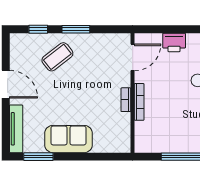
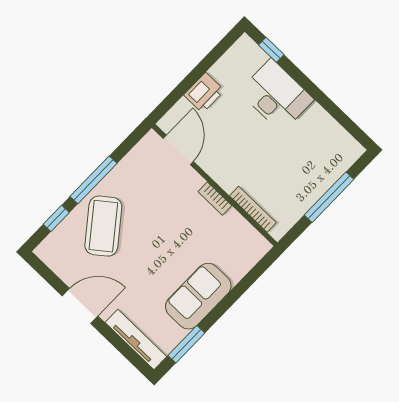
window: (76, 29) -> (94, 180), width x1.44
coffee table: (57, 57) -> (103, 226), width x1.36, depth x1.32
bookcase: (139, 102) -> (253, 209), moved

